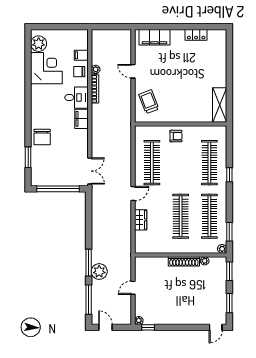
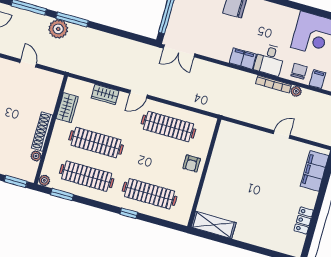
trolley: (149, 102) -> (241, 143), removed
door: (133, 194) -> (138, 94), hinge flipped
wardrobe: (159, 247) -> (67, 108), added

